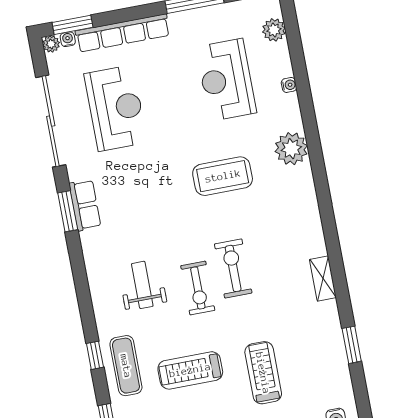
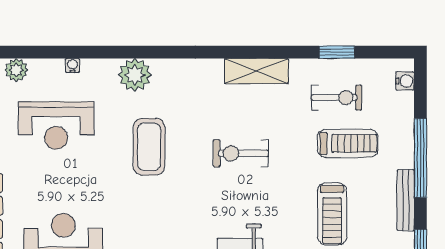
shelving: (323, 278) -> (256, 71), width x1.50, depth x1.33
exercise bike: (198, 288) -> (337, 98), moved
treadmill: (263, 373) -> (348, 143), turned 180

